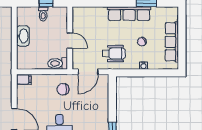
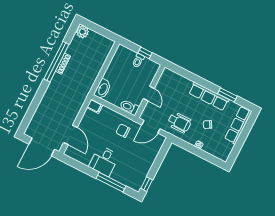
washbasin: (23, 36) -> (103, 89), moved
row of seats: (172, 42) -> (238, 125), moved

